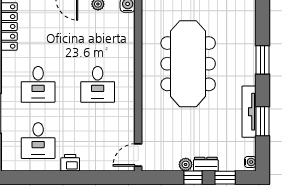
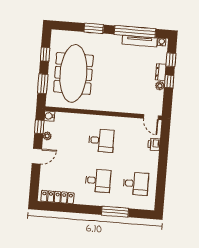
meeting table: (188, 64) -> (73, 74), moved, turned 90
tv unit: (249, 112) -> (140, 41), moved
window: (263, 121) -> (135, 32), width x2.11
printer: (70, 163) -> (154, 144), moved

